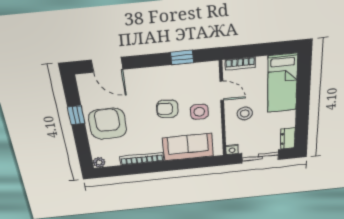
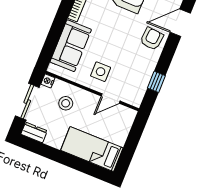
bookcase: (240, 64) -> (127, 124), removed
armchair: (167, 109) -> (152, 39), moved
stool: (245, 113) -> (66, 103), moved

